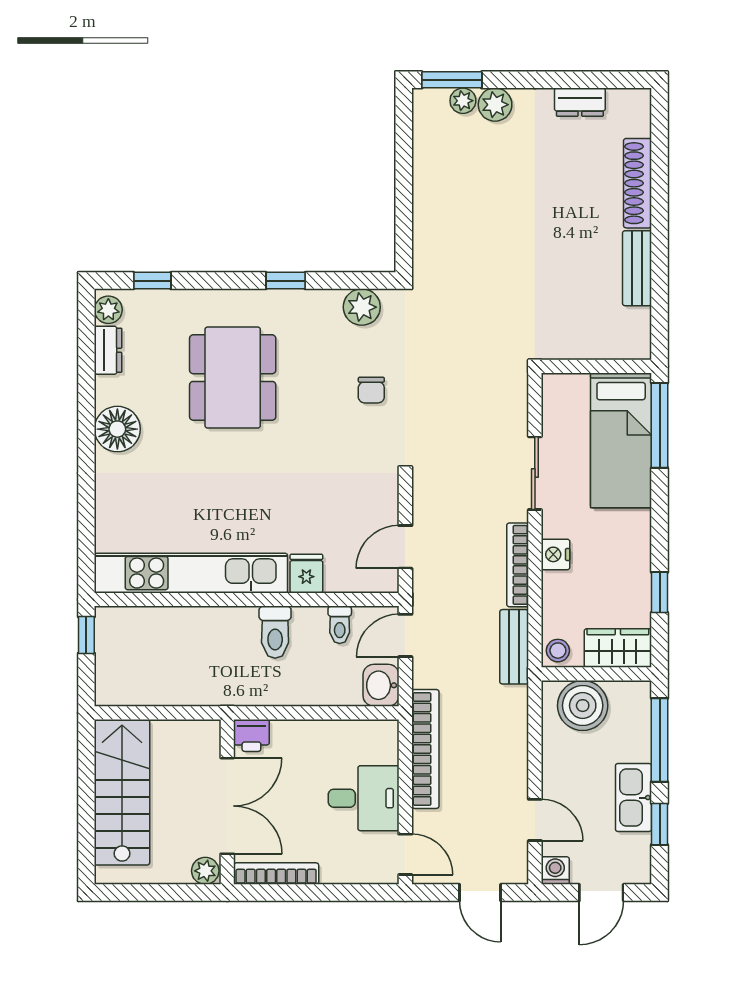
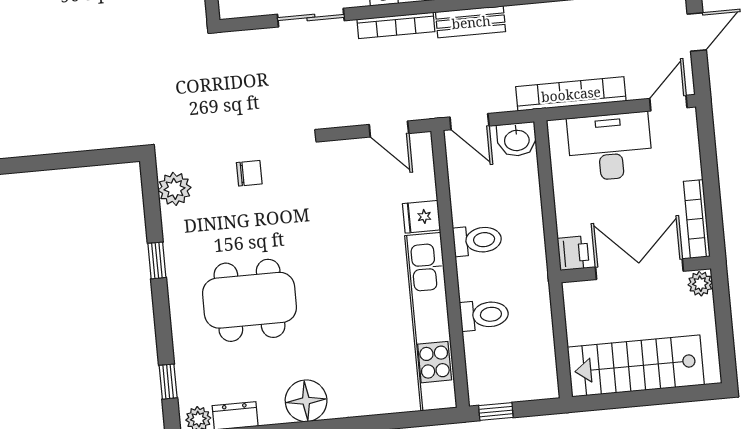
toilet: (340, 625) -> (484, 315), moved, width x1.37, depth x1.39
desk: (364, 798) -> (610, 147), width x1.37

